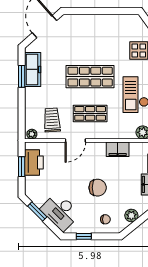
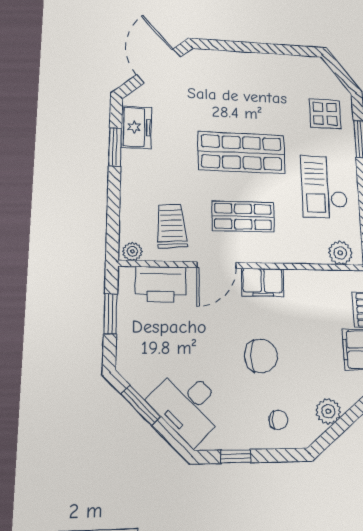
freezer: (33, 69) -> (136, 127), width x0.71
filing cabinet: (118, 149) -> (263, 282), moved
printer: (34, 162) -> (161, 284), moved, turned 90

